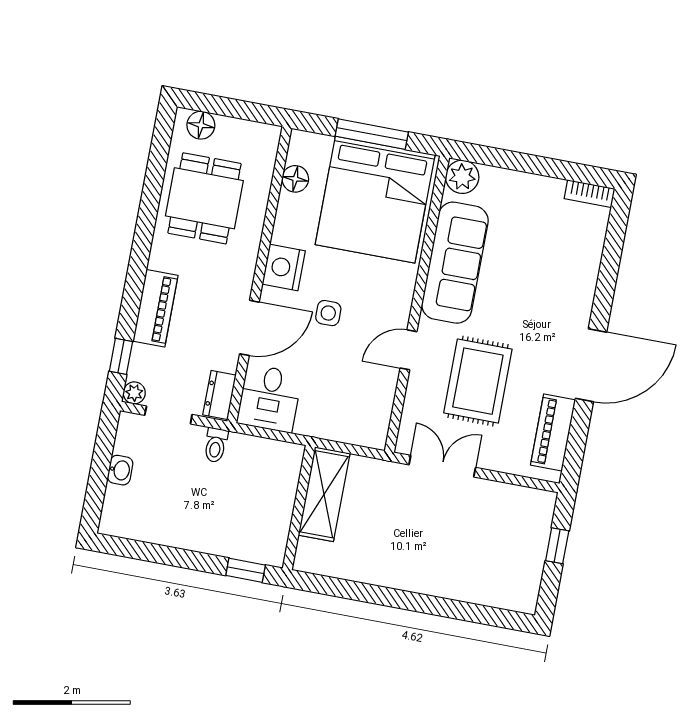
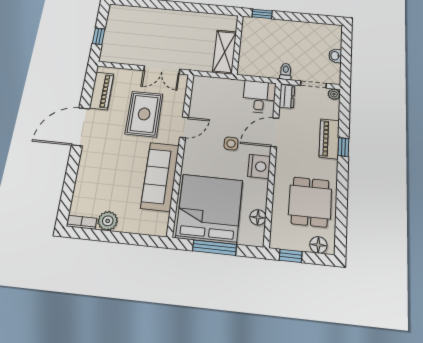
window: (249, 111) -> (291, 256), added
plant: (462, 177) -> (108, 221), moved
window: (121, 356) -> (343, 147), moved

